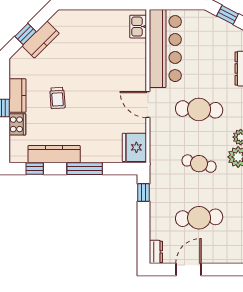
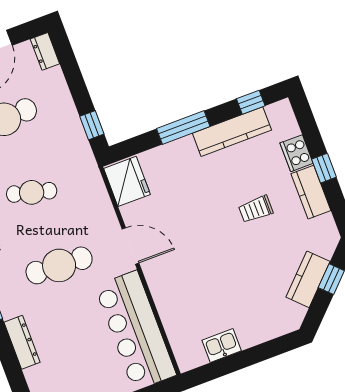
kitchen sink: (138, 27) -> (222, 346), moved, turned -90
trolley: (57, 98) -> (256, 209), turned -86

